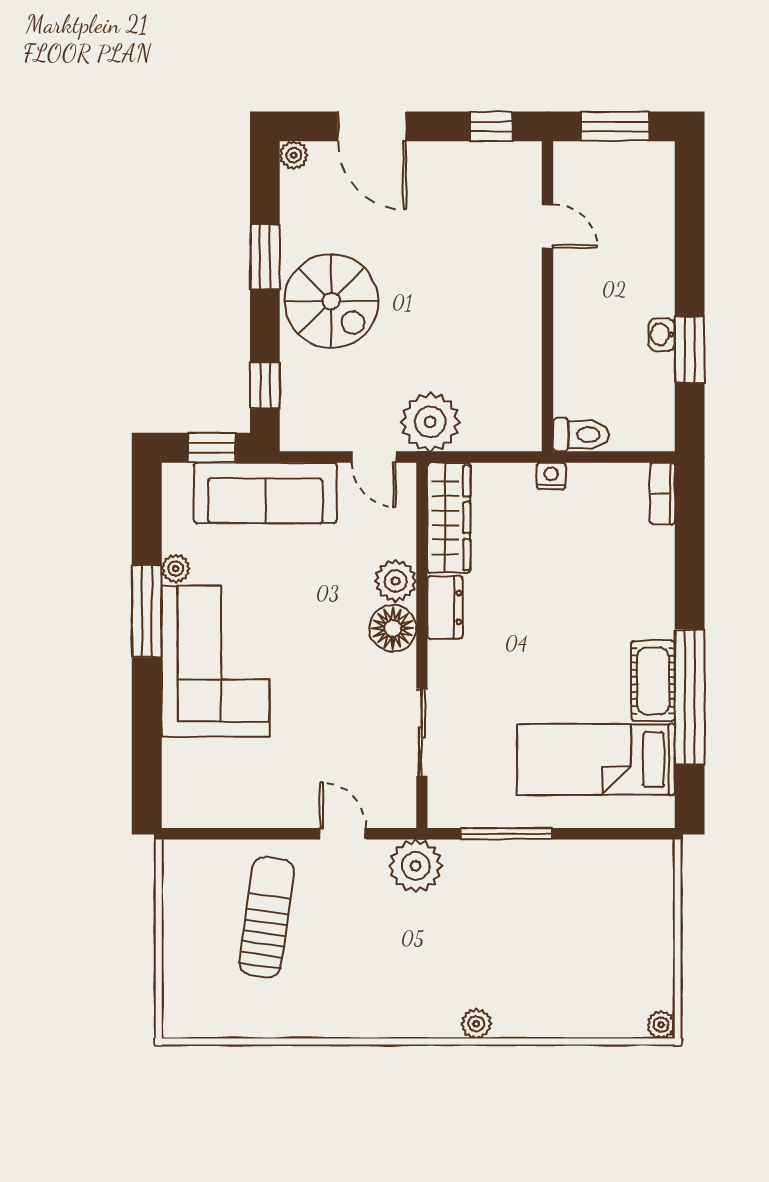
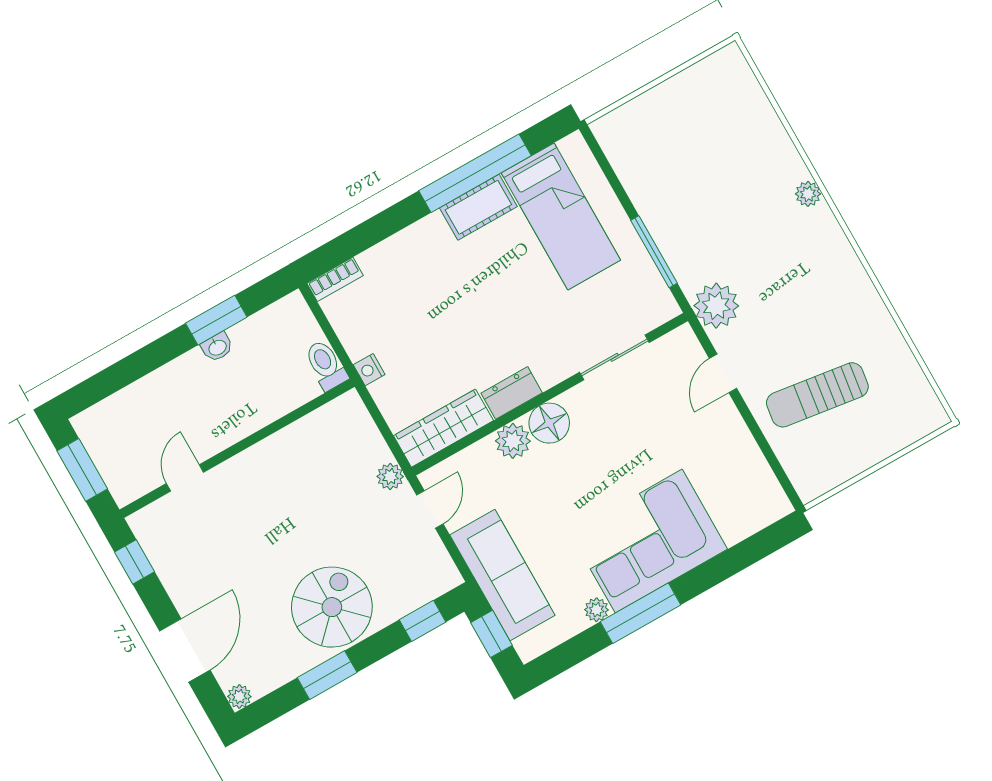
plant: (430, 422) -> (390, 476), width x0.53, depth x0.53
plant: (661, 1025) -> (731, 56), removed

